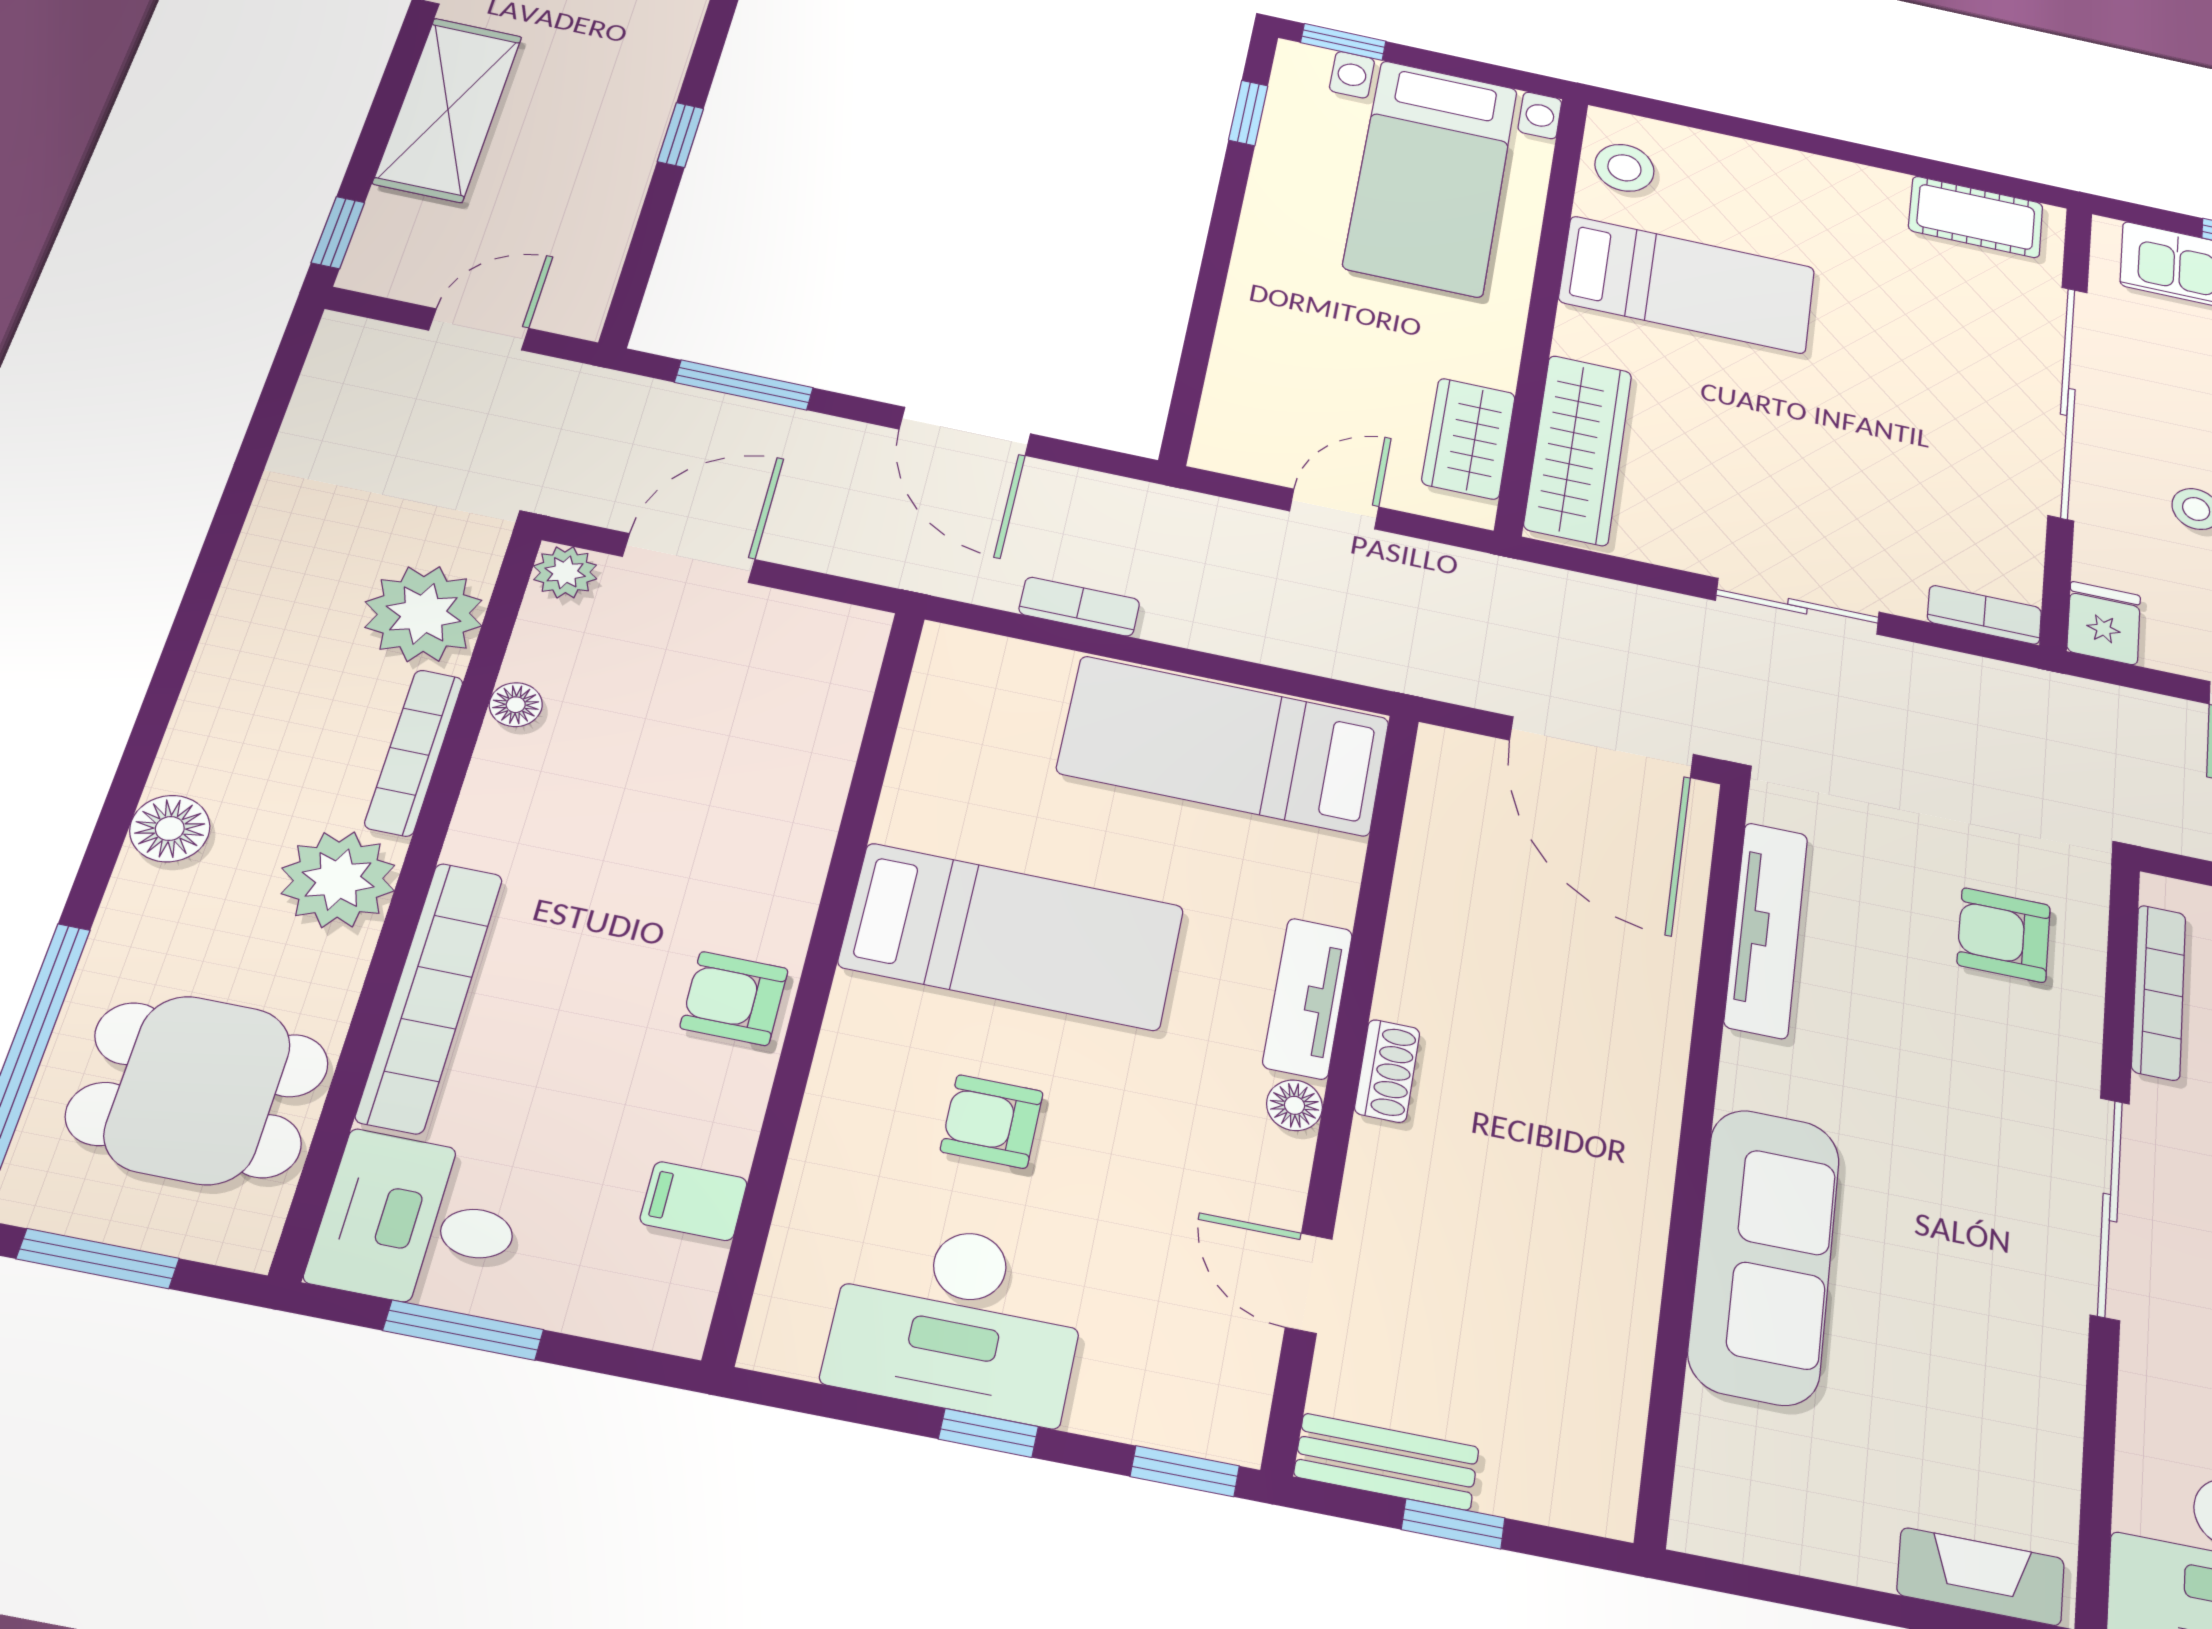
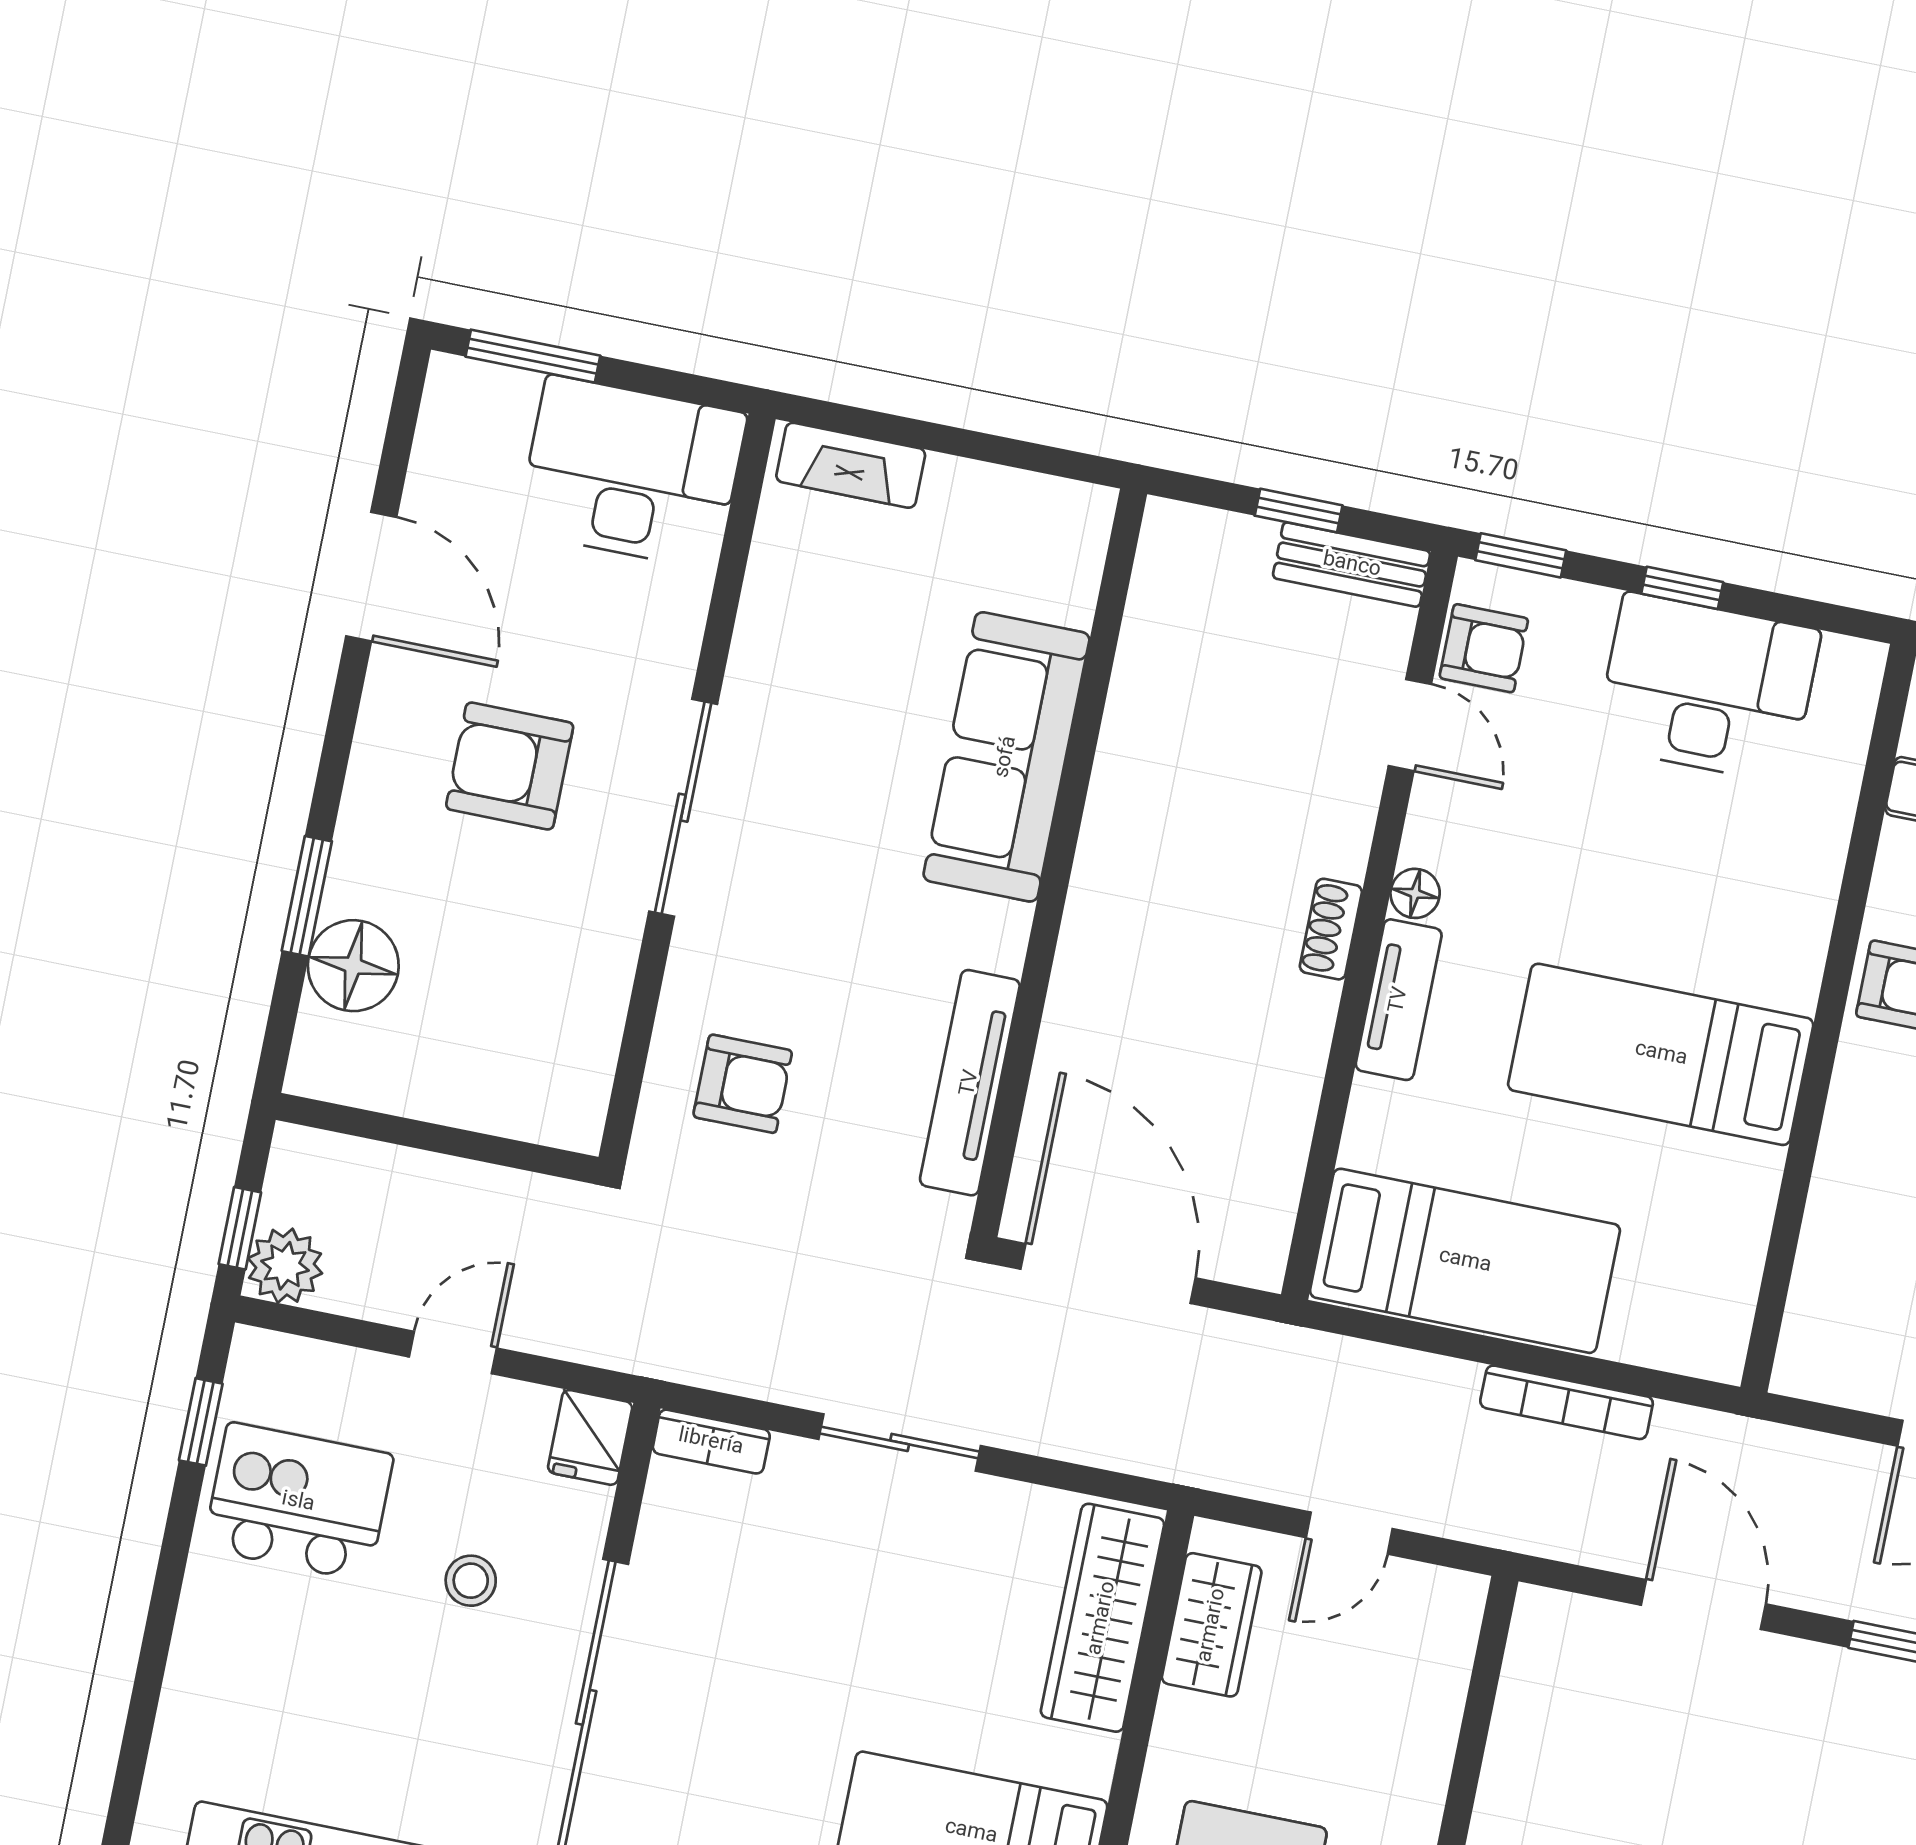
bookcase: (1079, 607) -> (1567, 1402), width x1.56
bookcase: (2159, 992) -> (601, 1028), removed
armchair: (992, 1121) -> (1484, 648), moved

